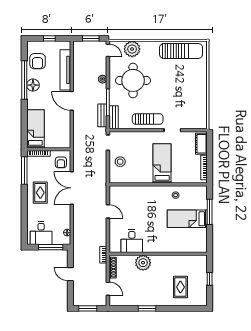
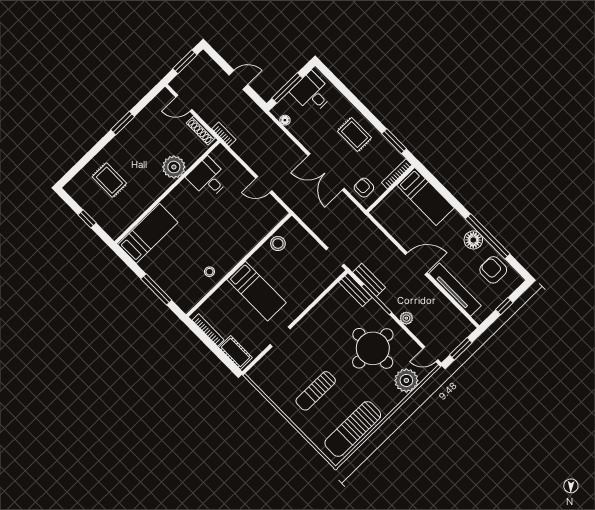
sun lounger: (148, 119) -> (316, 391), moved
stool: (120, 162) -> (278, 243), moved
window: (24, 171) -> (394, 141), width x0.69
double door: (72, 188) -> (326, 172), swing flipped
bed: (187, 219) -> (148, 233), moved

